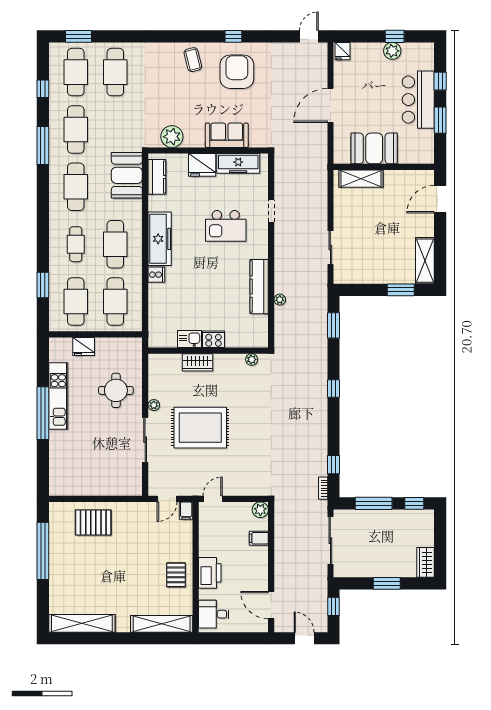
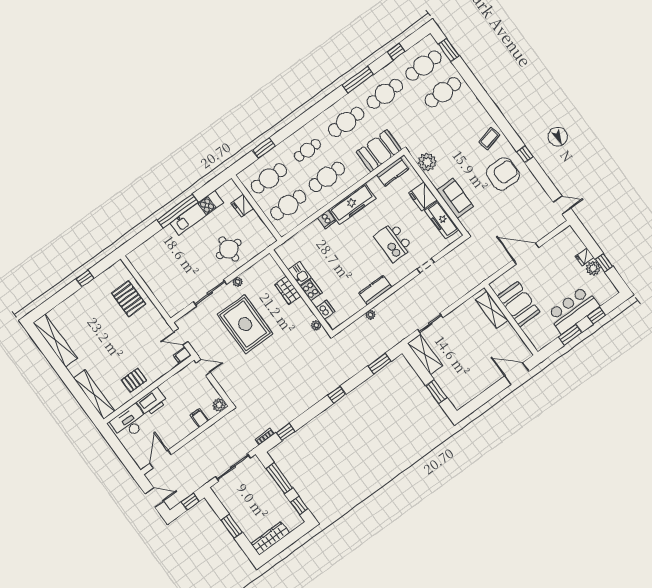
fridge: (343, 51) -> (585, 257), moved
shelving: (425, 261) -> (425, 354), moved, turned 90
kitchen counter: (259, 287) -> (375, 290), width x0.67
dishwasher: (243, 340) -> (325, 310), added
window: (43, 551) -> (85, 279), width x0.32
wardrobe: (426, 562) -> (270, 538), width x1.50
desk: (214, 614) -> (130, 422), width x1.37
door: (304, 638) -> (154, 498), hinge flipped

